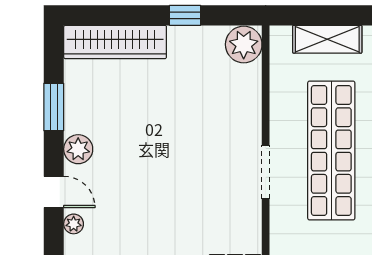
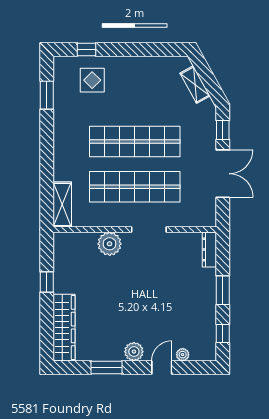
shelving: (327, 39) -> (62, 204), moved
plant: (244, 44) -> (110, 244), moved

